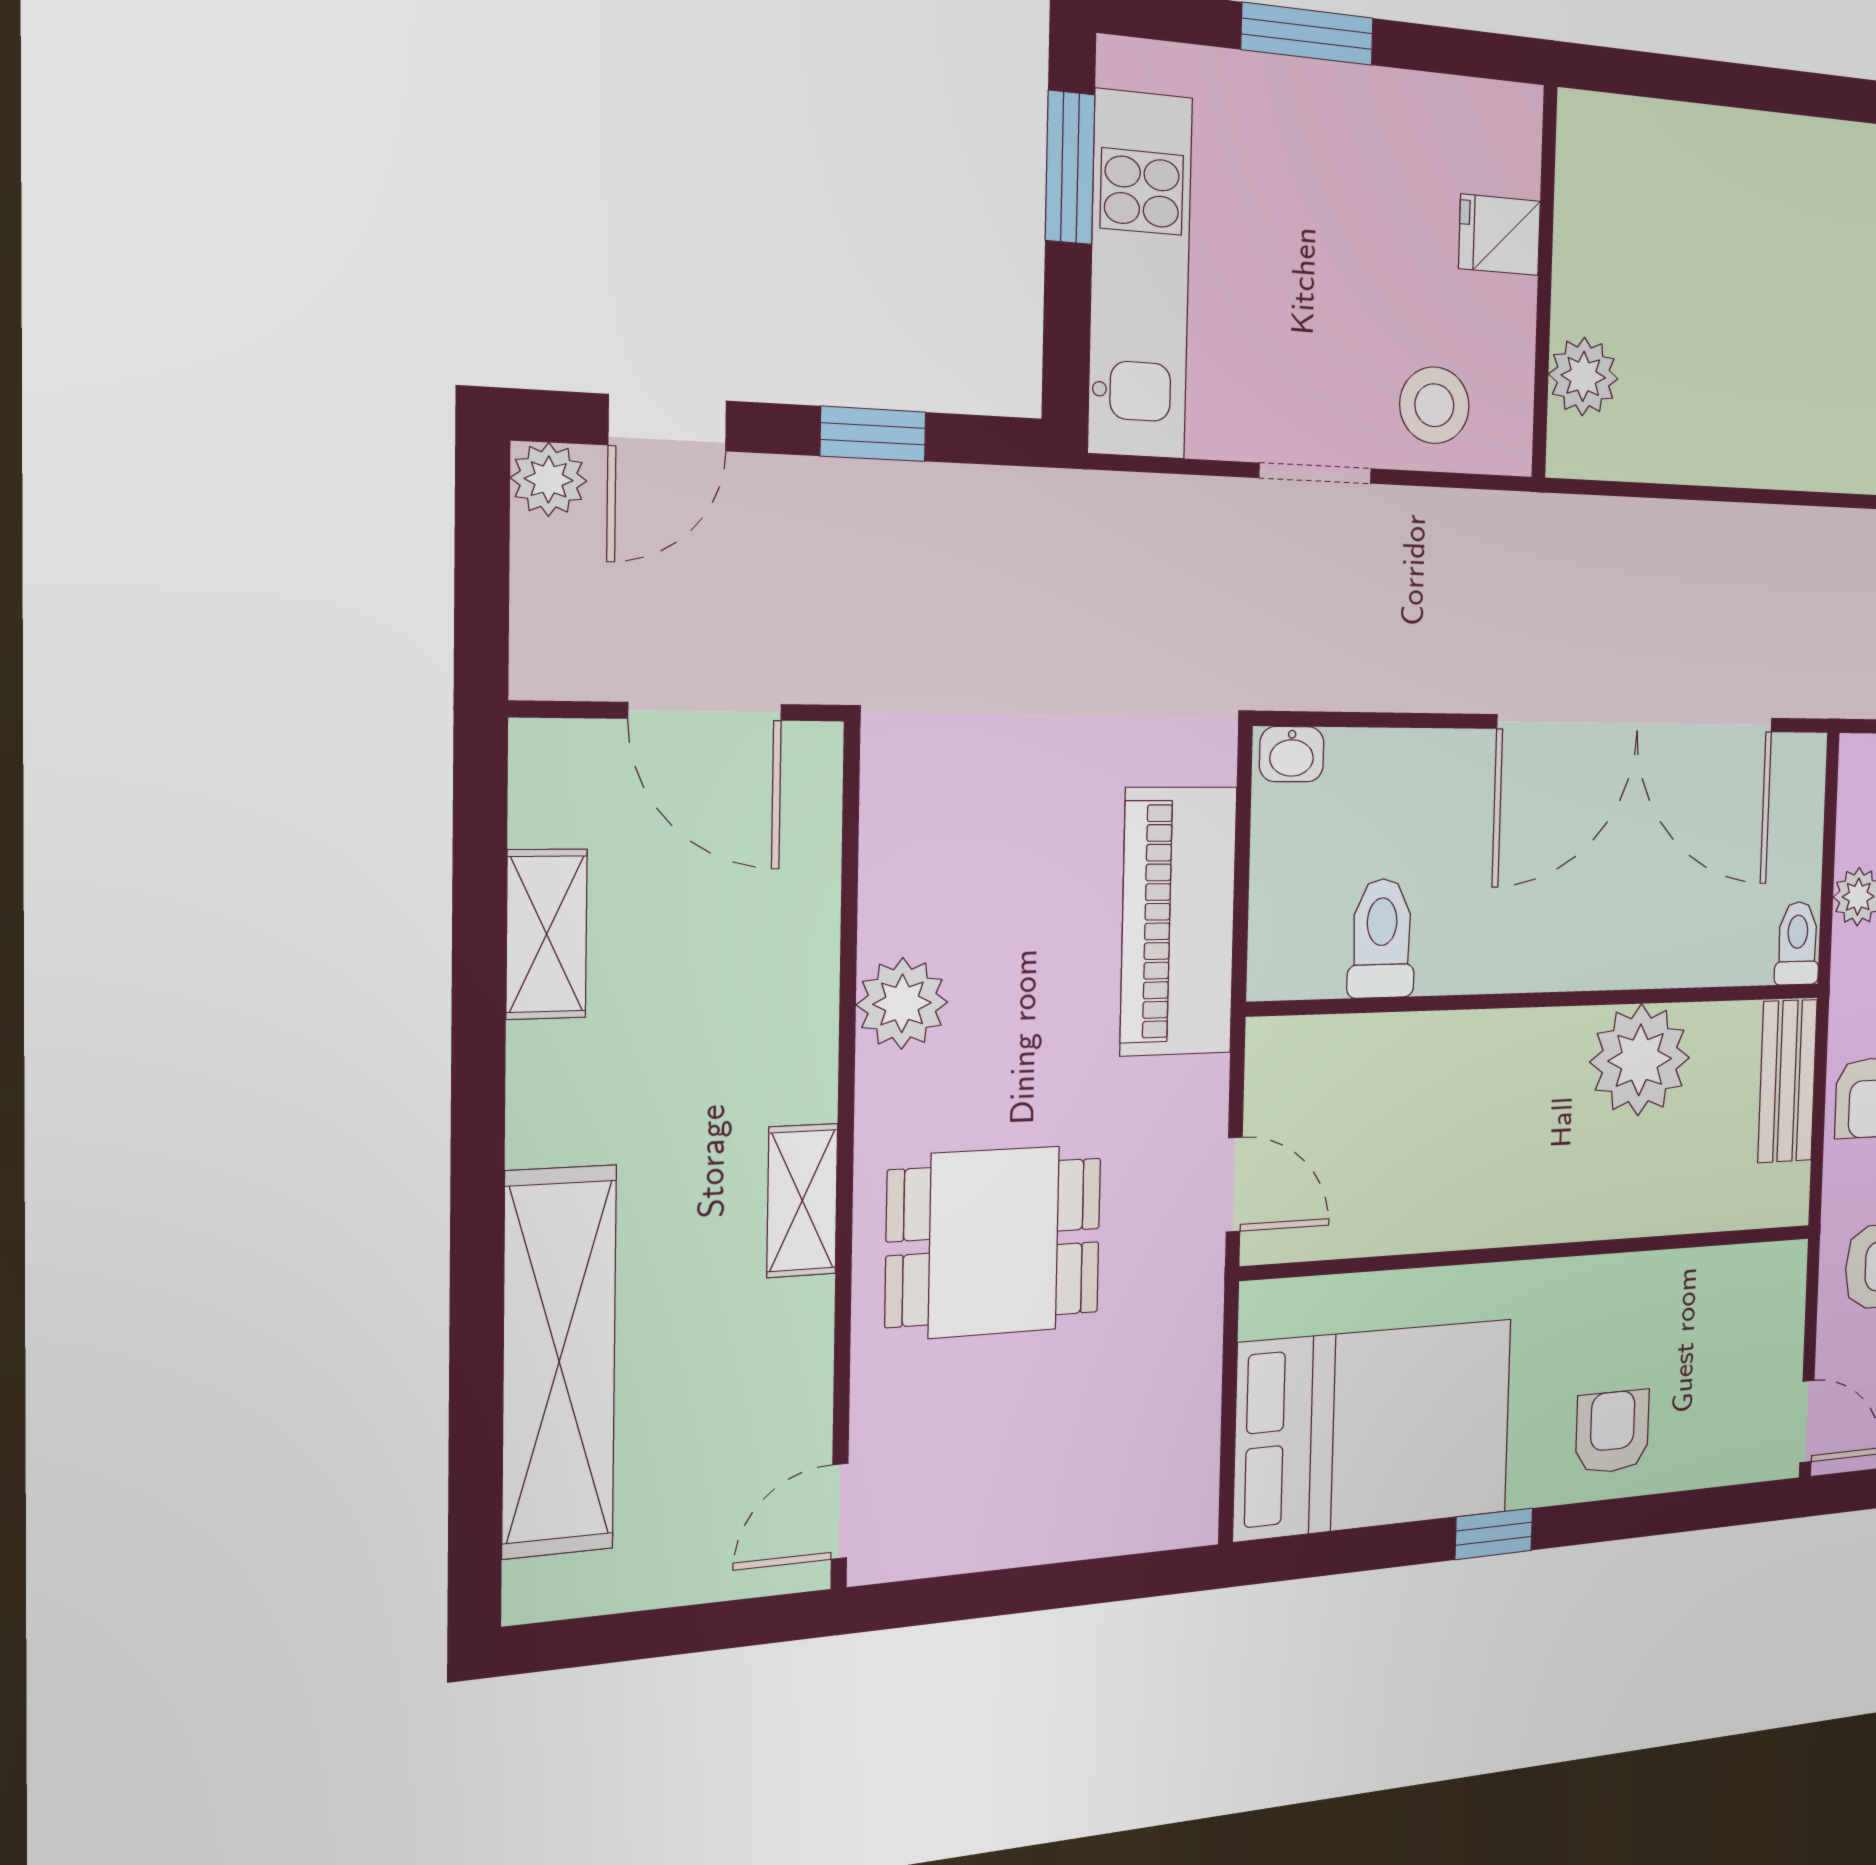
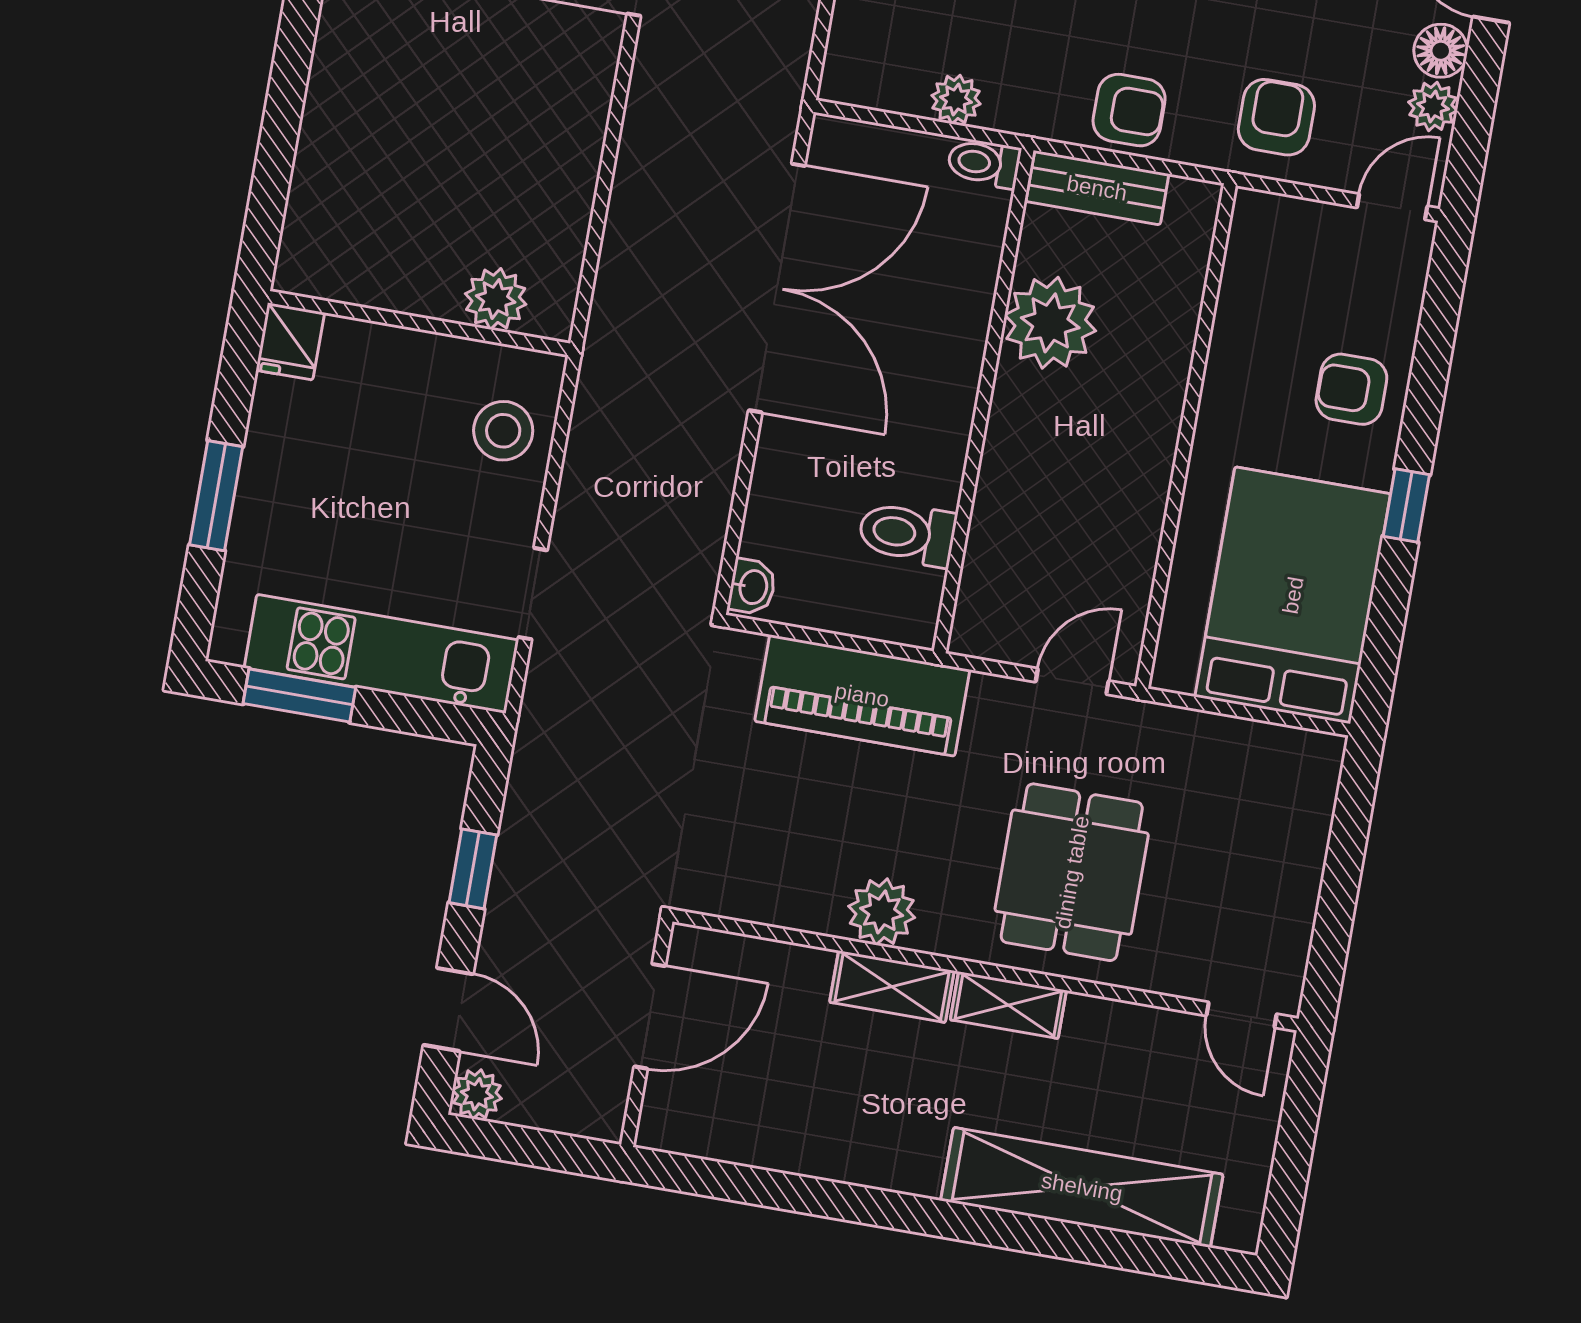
fridge: (1500, 235) -> (290, 341), moved
doorway: (1315, 473) -> (533, 594), moved
shelving: (547, 934) -> (892, 987), moved

